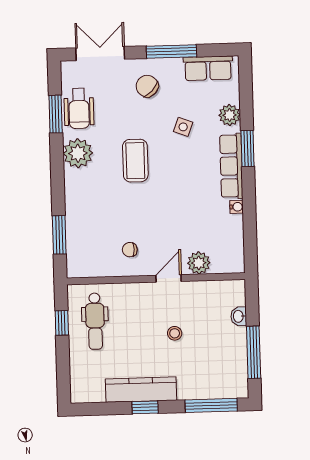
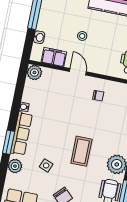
plant: (199, 263) -> (34, 72), moved
door: (169, 278) -> (78, 72), swing flipped
filing cabinet: (210, 292) -> (54, 57), added

